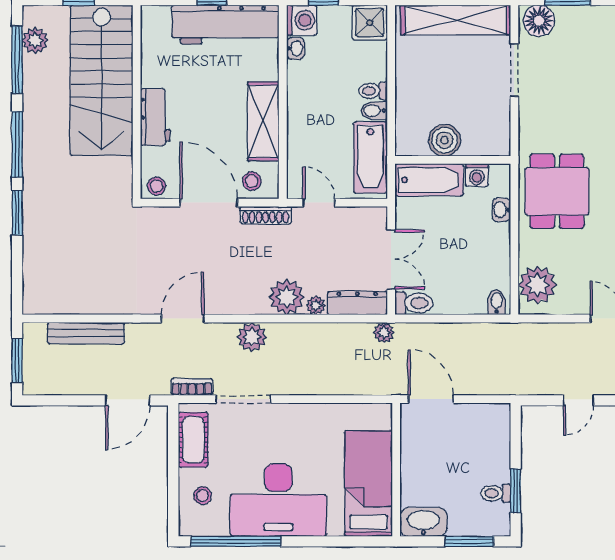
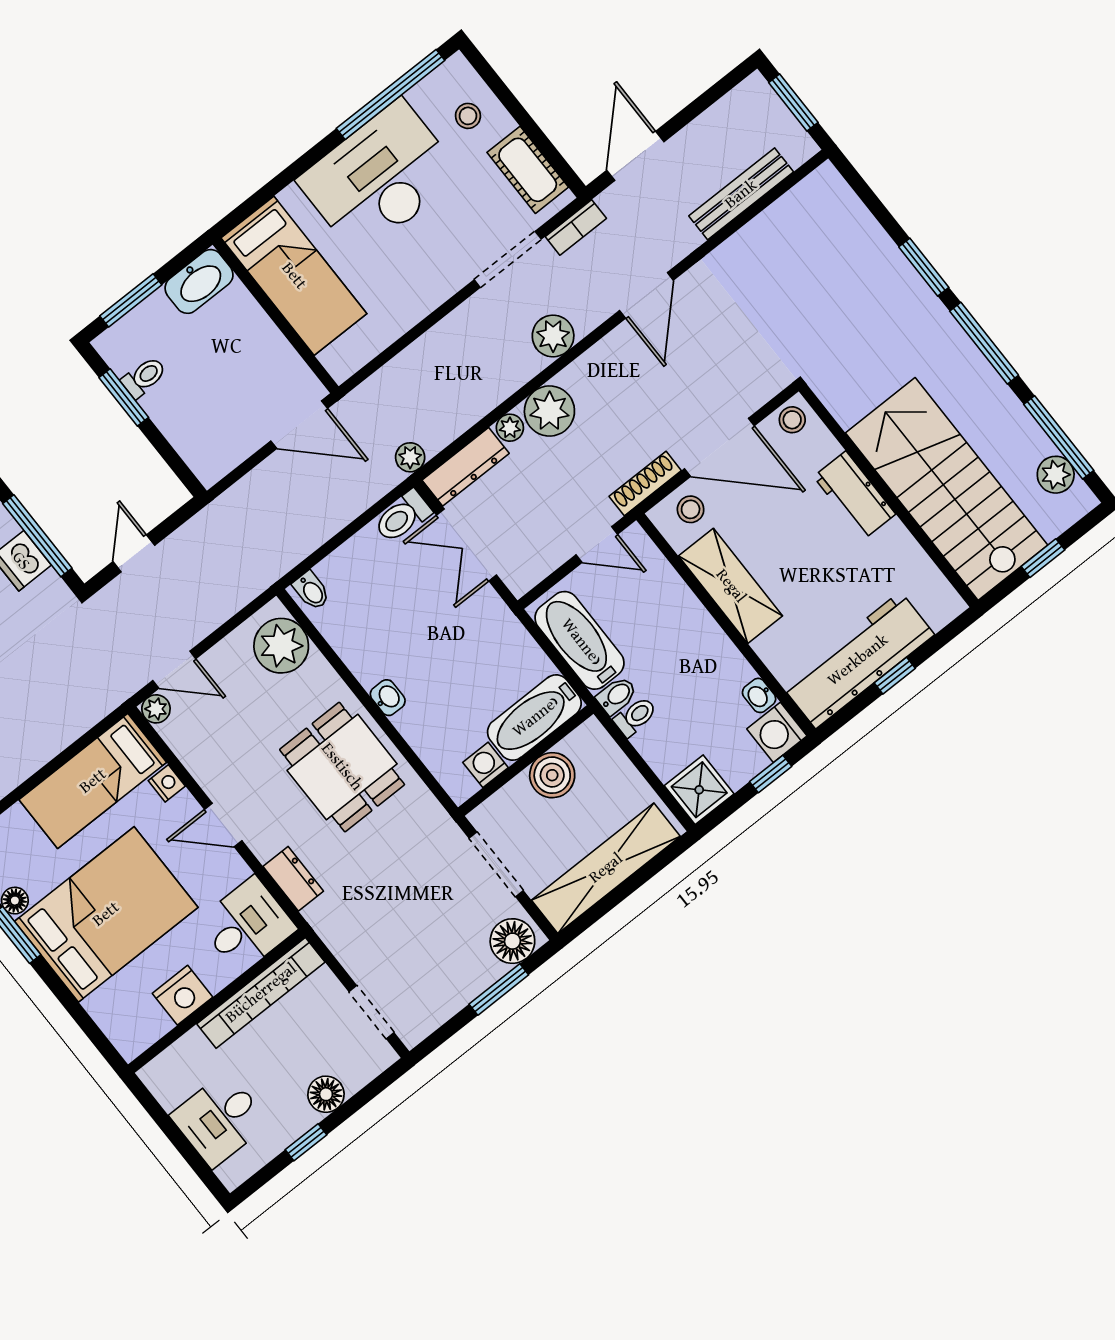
boiler: (444, 140) -> (552, 775), moved
wall: (453, 160) -> (526, 761), moved
washing machine: (477, 175) -> (485, 765), moved
bathtub: (429, 180) -> (534, 718), moved

